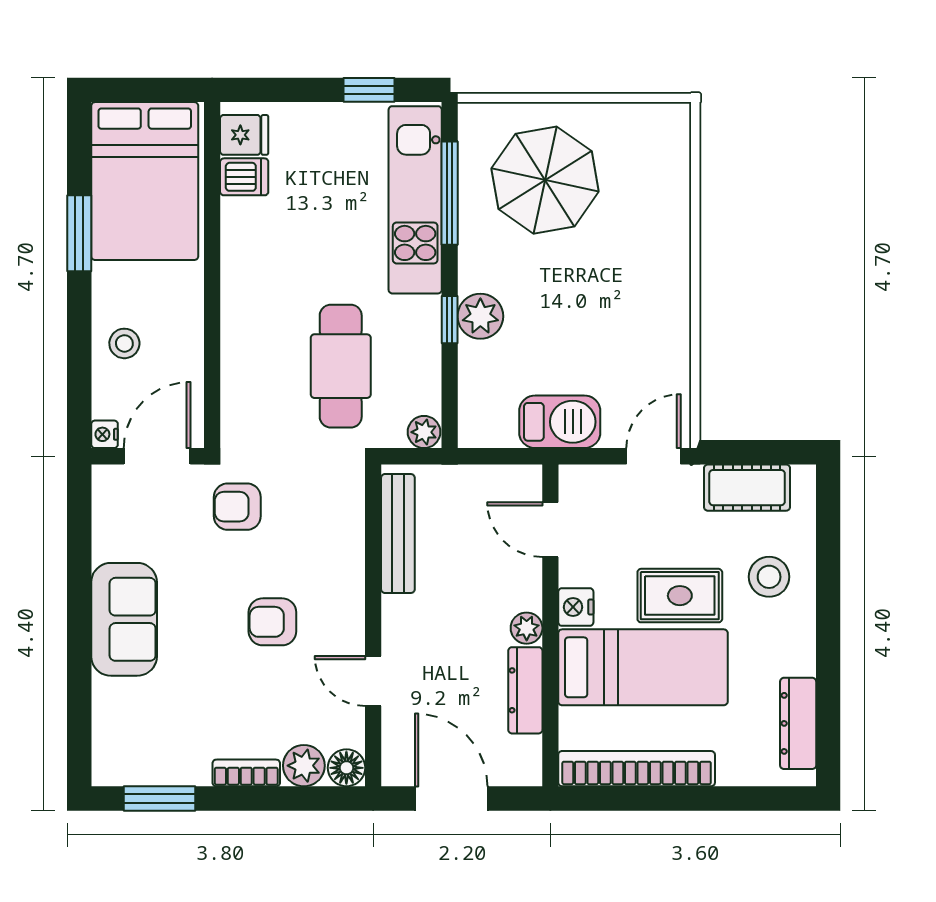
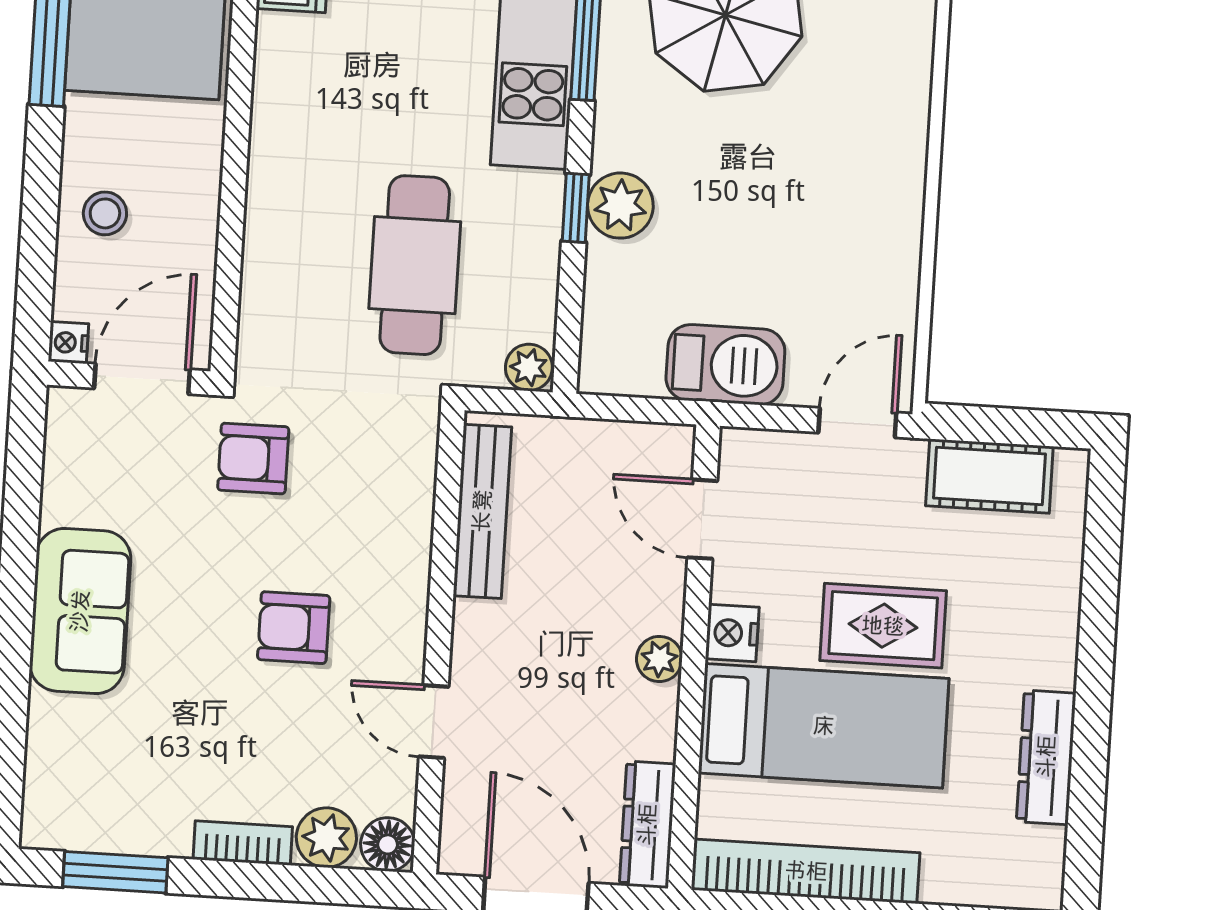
stool: (769, 577) -> (1013, 607), removed
dresser: (525, 690) -> (647, 825), moved
dresser: (798, 723) -> (1046, 757), moved

